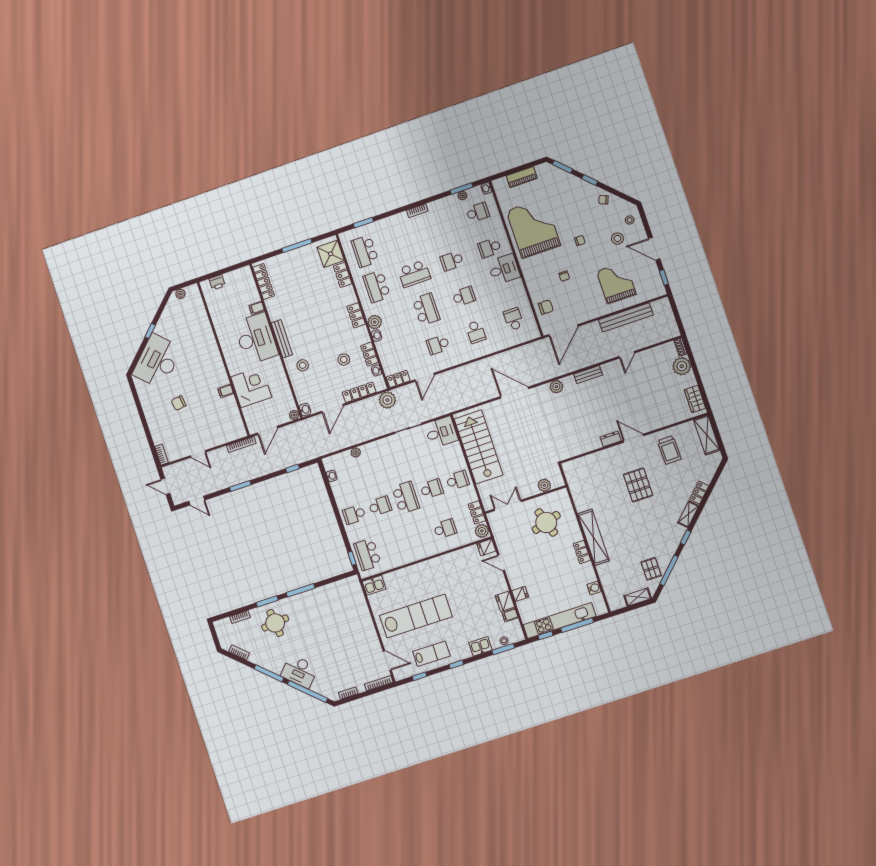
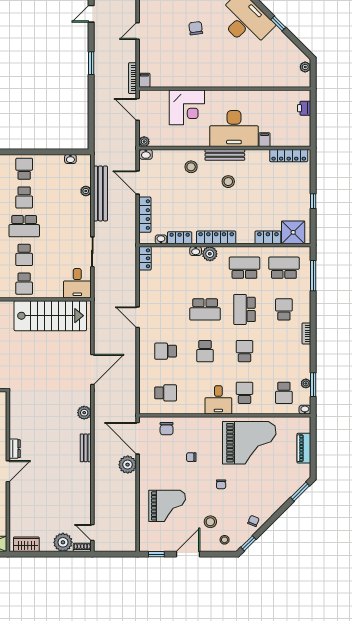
window: (590, 180) -> (248, 543), moved
window: (363, 223) -> (313, 276), width x1.44
window: (297, 246) -> (313, 201), width x0.46
locker: (356, 315) -> (216, 237), width x1.53
bench: (626, 317) -> (100, 193), moved
school desk: (438, 345) -> (284, 309), moved
door: (627, 355) -> (92, 533), moved
stool: (344, 360) -> (228, 182), moved
door: (425, 377) -> (138, 317), moved
filing cabinet: (226, 391) -> (144, 80), moved
plant: (387, 400) -> (128, 465), moved
window: (292, 469) -> (91, 122), removed

